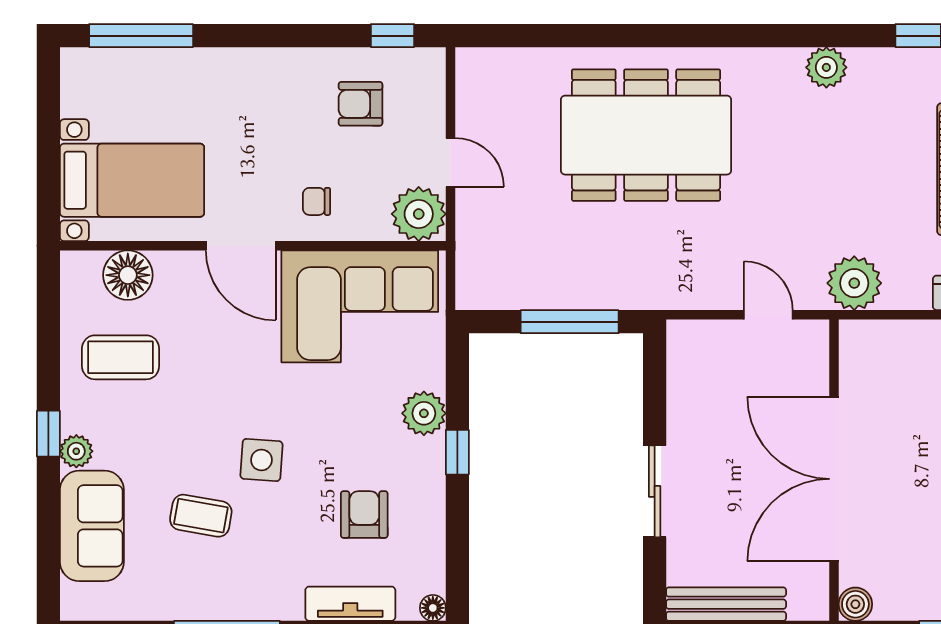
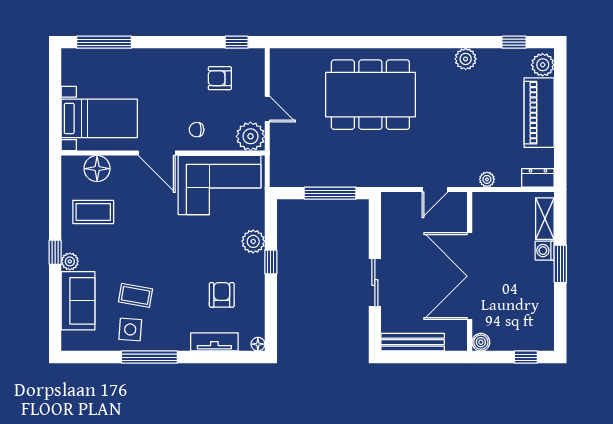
plant: (854, 283) -> (487, 179), width x0.53, depth x0.53
door: (768, 315) -> (435, 189), swing flipped
side table: (261, 460) -> (130, 329), moved

